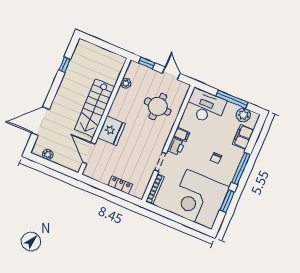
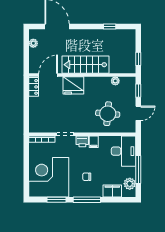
window: (113, 49) -> (138, 59), added
locker: (120, 185) -> (34, 87), moved

